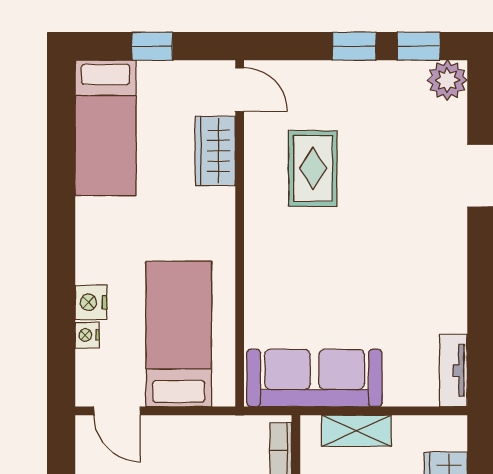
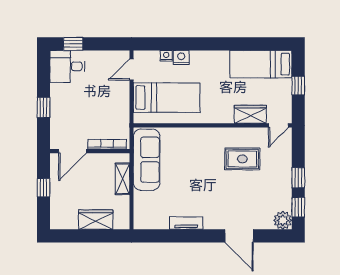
tv unit: (453, 370) -> (186, 223), moved

